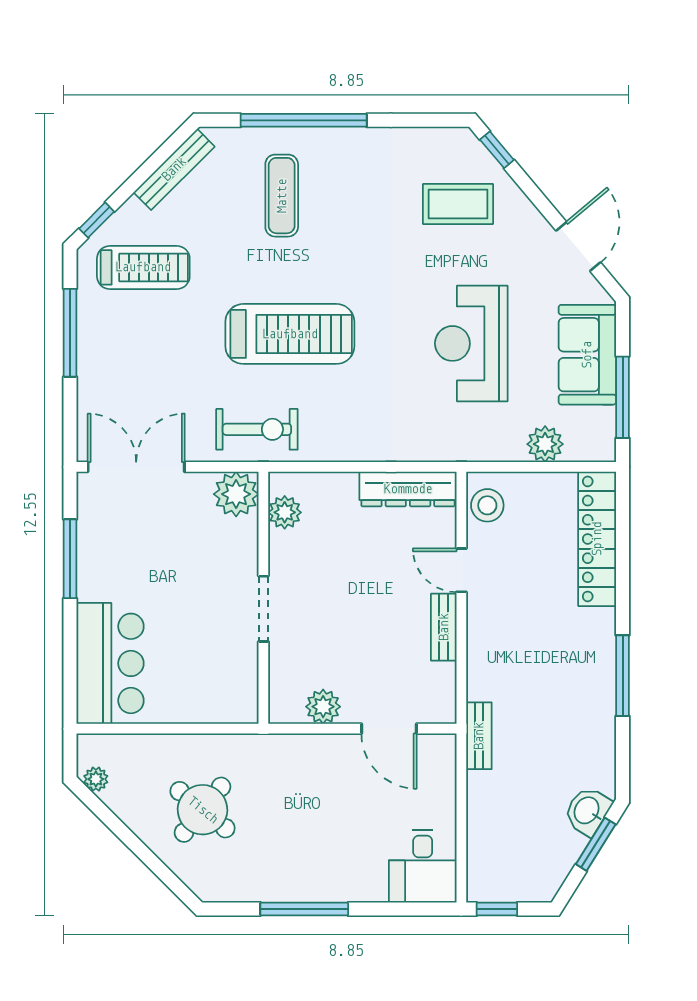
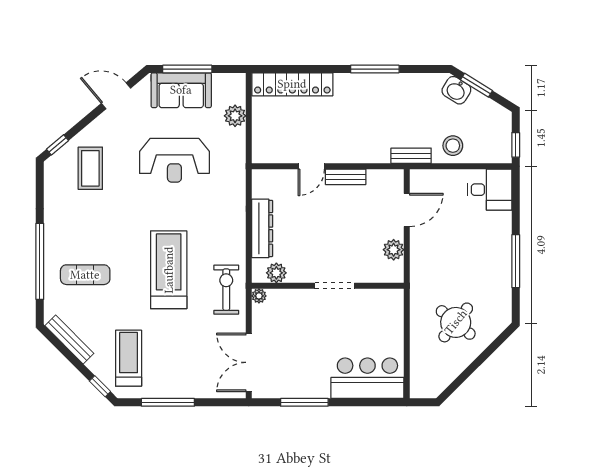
window: (623, 397) -> (187, 69), moved
dresser: (408, 489) -> (262, 228), moved
plant: (236, 494) -> (259, 296), width x0.53, depth x0.53
stool: (487, 505) -> (453, 146), moved
plant: (96, 779) -> (437, 387), removed

